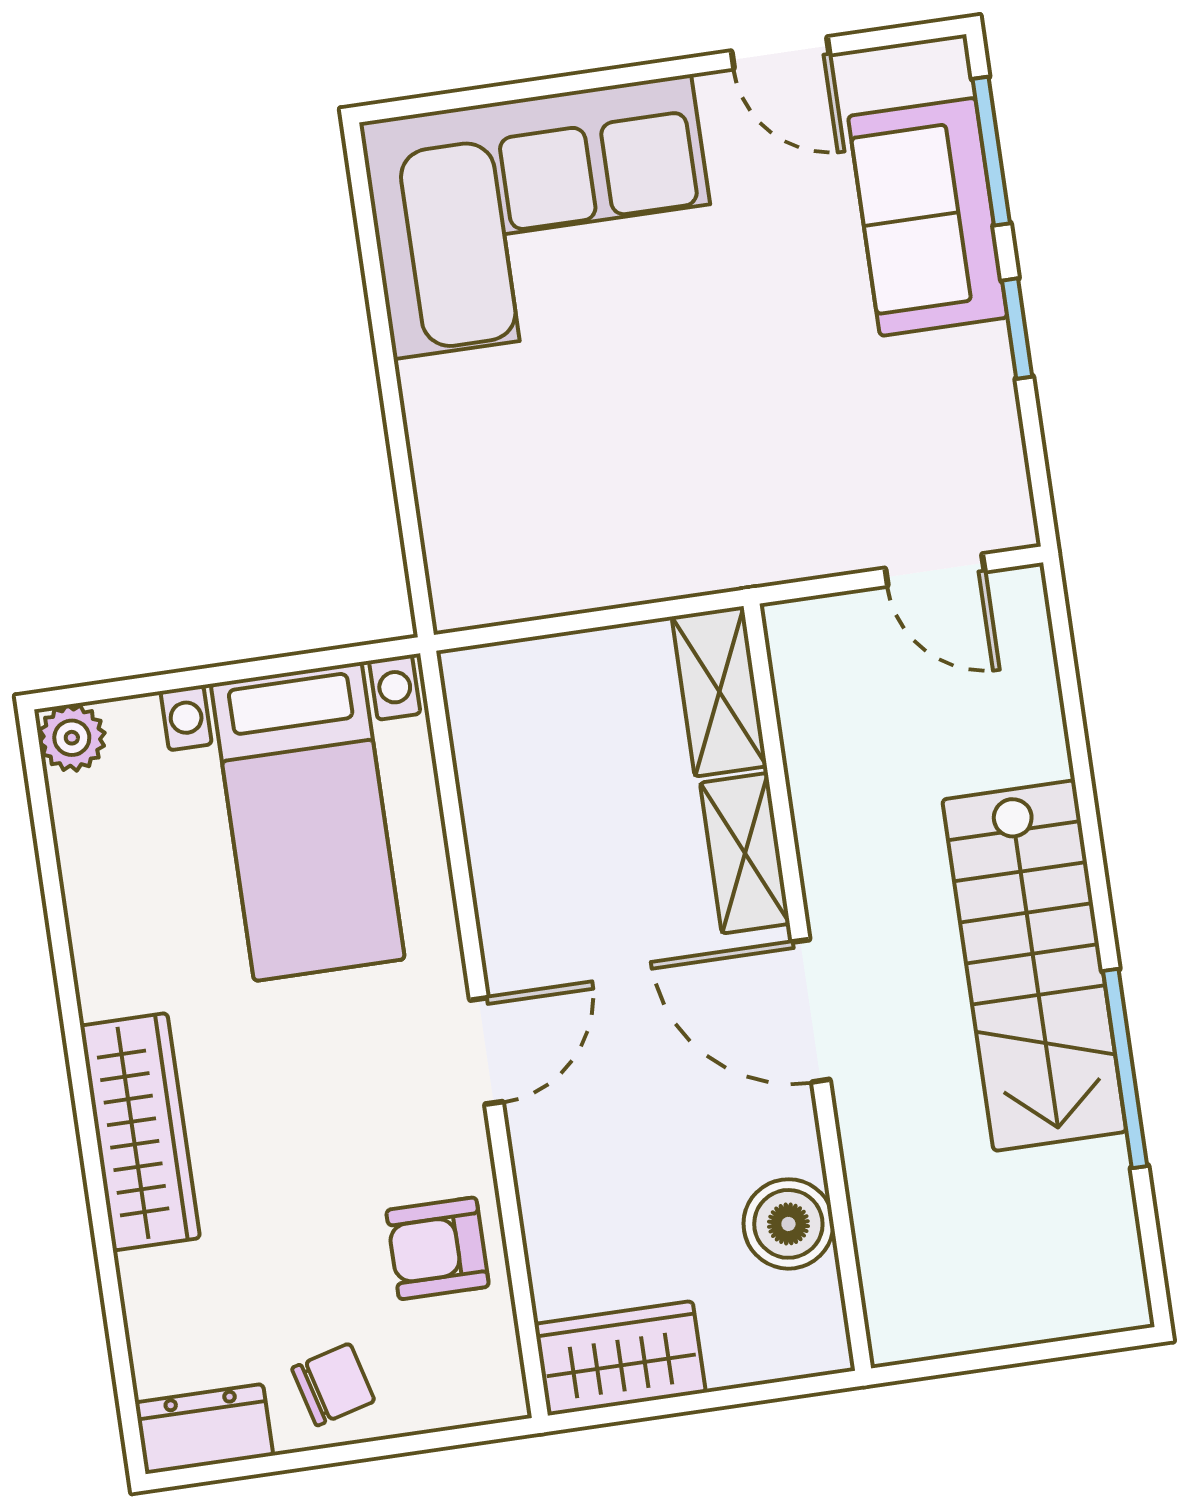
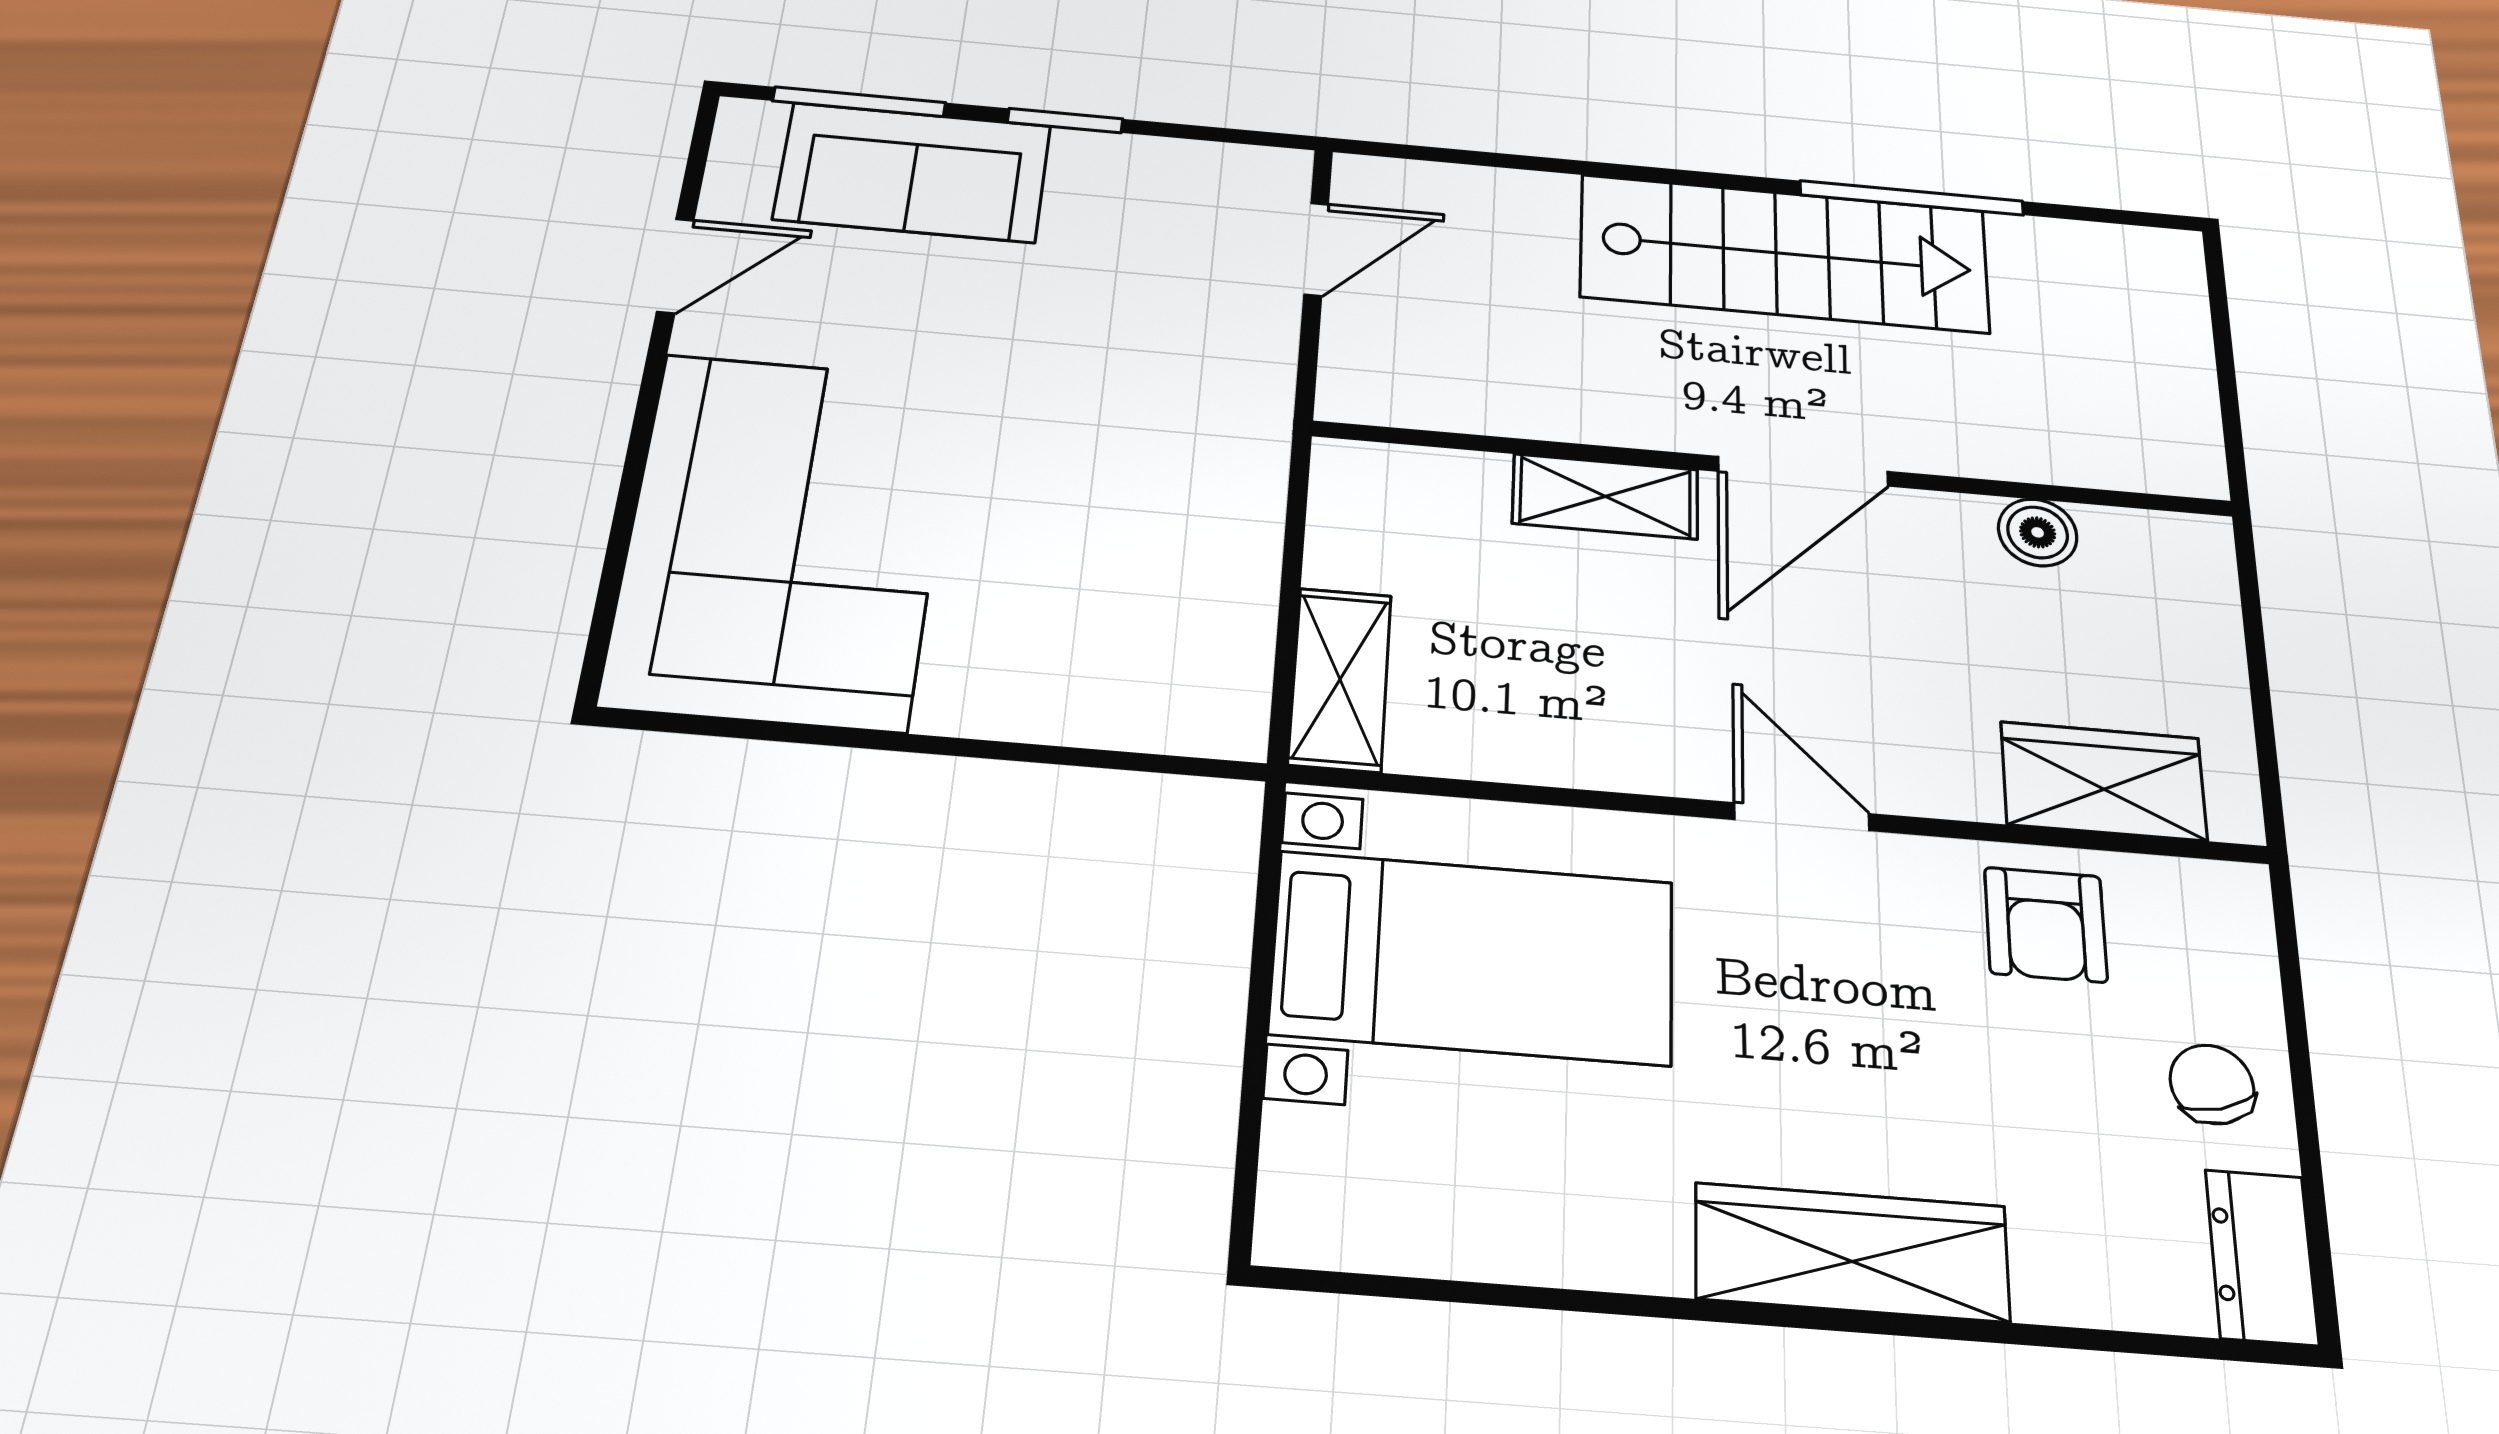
shelving: (719, 692) -> (1340, 679), moved, turned 90
plant: (72, 738) -> (1300, 1224), removed
boiler: (788, 1224) -> (2038, 532), width x0.73, depth x0.73
wardrobe: (620, 1358) -> (2103, 781), moved, turned 90

